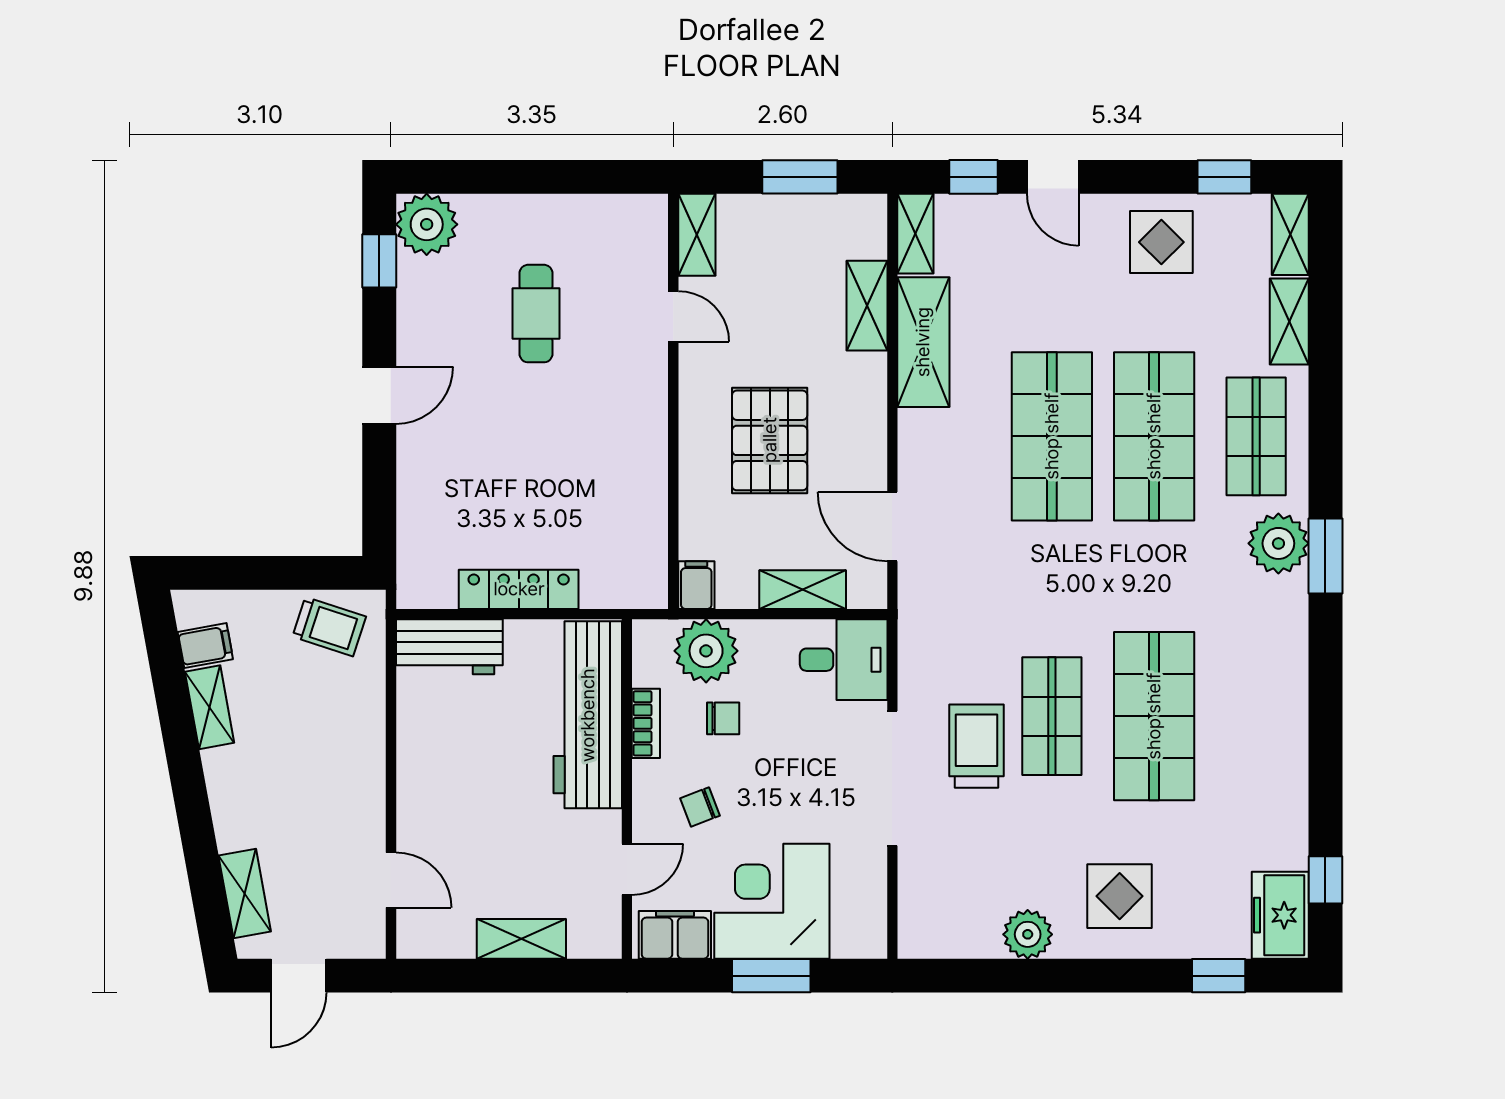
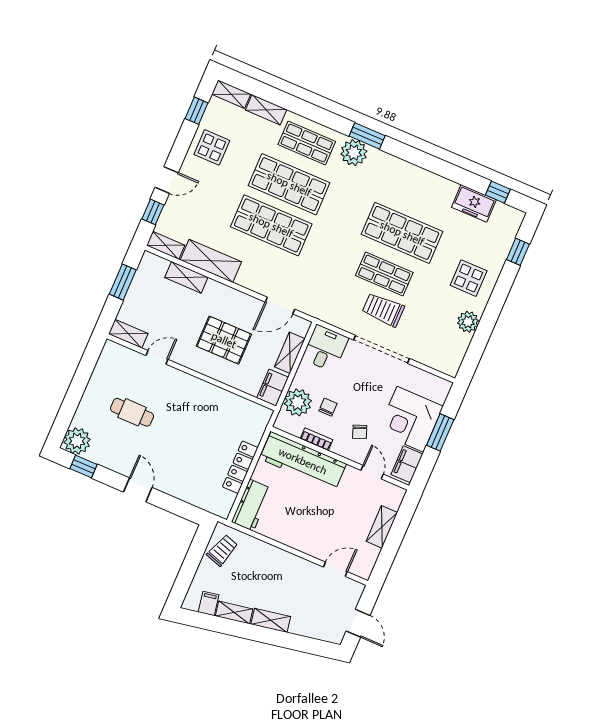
filing cabinet: (696, 585) -> (273, 388), width x2.00
shelving: (245, 894) -> (271, 620), moved
freezer: (1280, 915) -> (474, 203), moved

